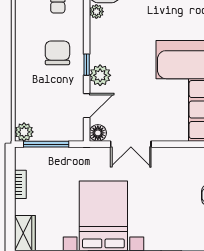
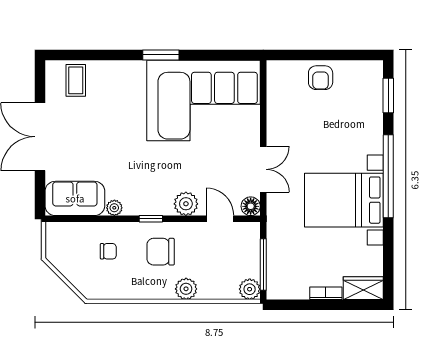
window: (87, 65) -> (151, 219), moved
plant: (24, 75) -> (186, 289), added
bookcase: (20, 184) -> (326, 293), moved

